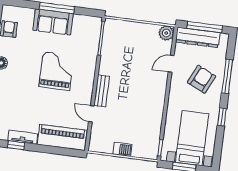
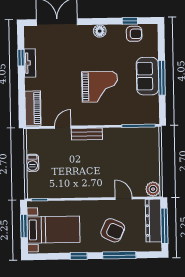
piano: (62, 137) -> (33, 108), width x0.73, depth x0.75

